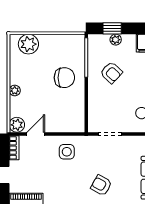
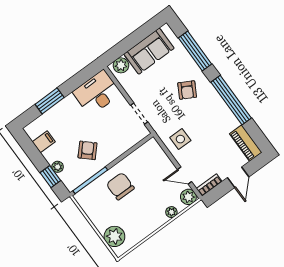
plant: (15, 90) -> (171, 212), moved

